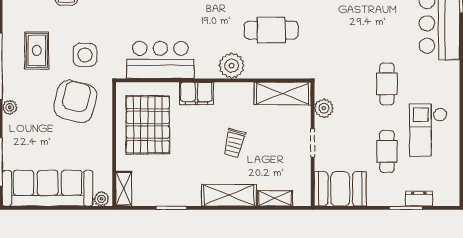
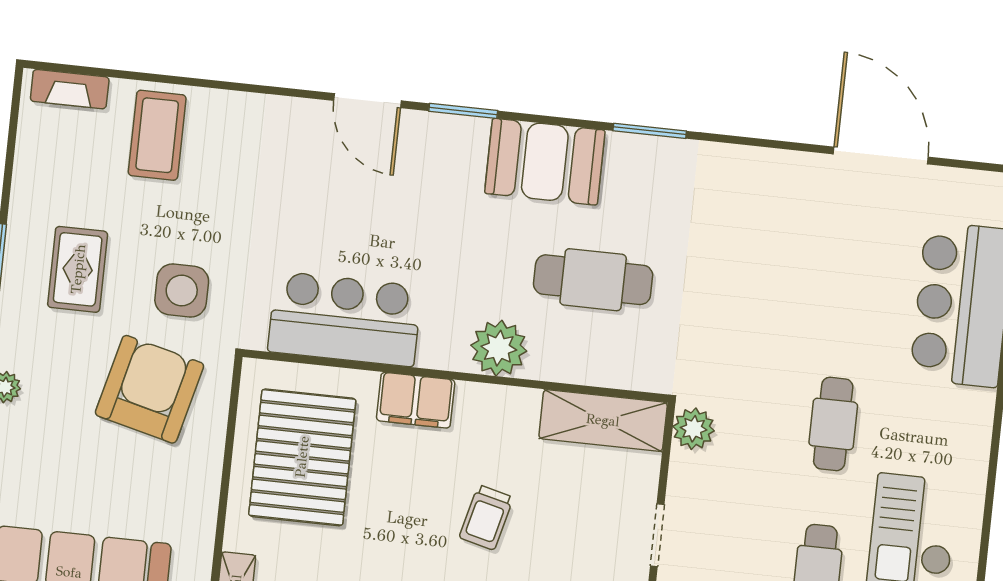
plant: (324, 108) -> (694, 429), moved

